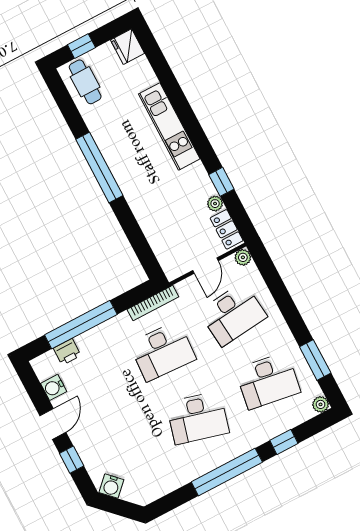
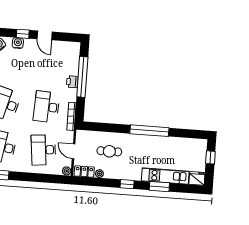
cafe table: (85, 82) -> (109, 151), moved
window: (177, 97) -> (159, 187), added
kitchen unit: (169, 126) -> (165, 176), moved
window: (221, 182) -> (127, 184), moved
printer: (67, 352) -> (72, 82), moved
water cooler: (54, 387) -> (18, 43), moved

